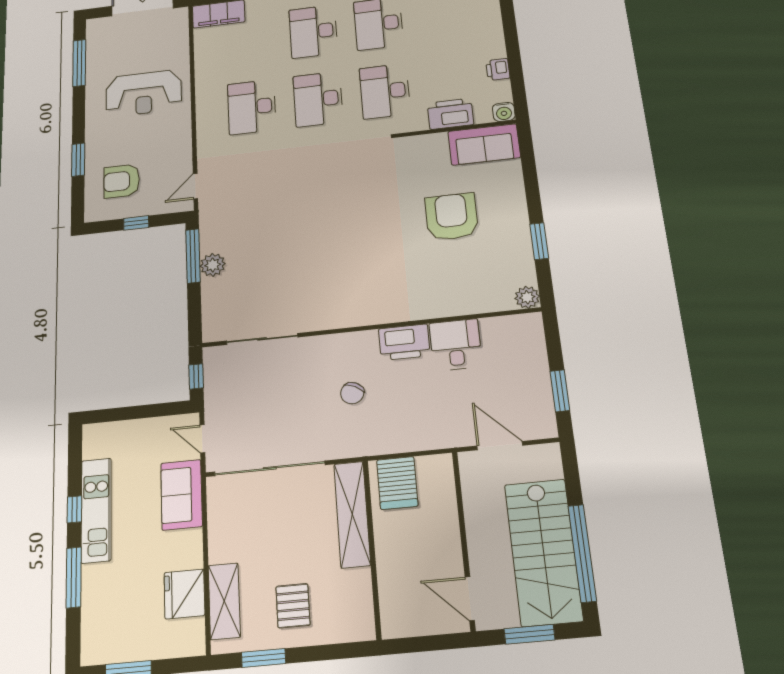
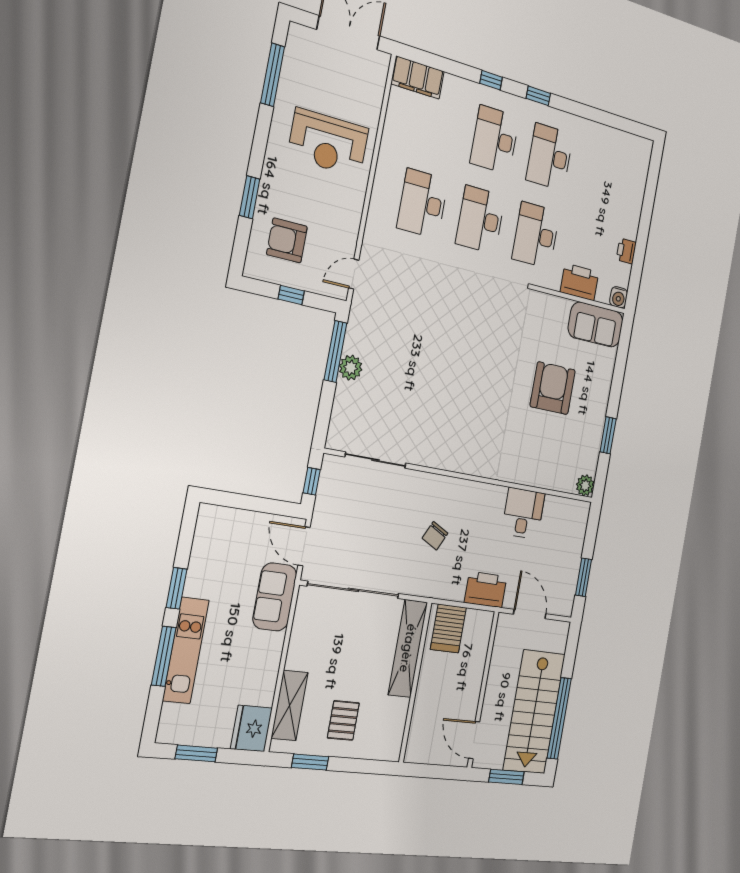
printer: (404, 342) -> (486, 590), moved, turned 180
door: (202, 439) -> (304, 546), width x1.38
window: (74, 509) -> (176, 588), width x1.50
kitchen unit: (96, 510) -> (186, 650), moved
fridge: (184, 594) -> (251, 728), moved

